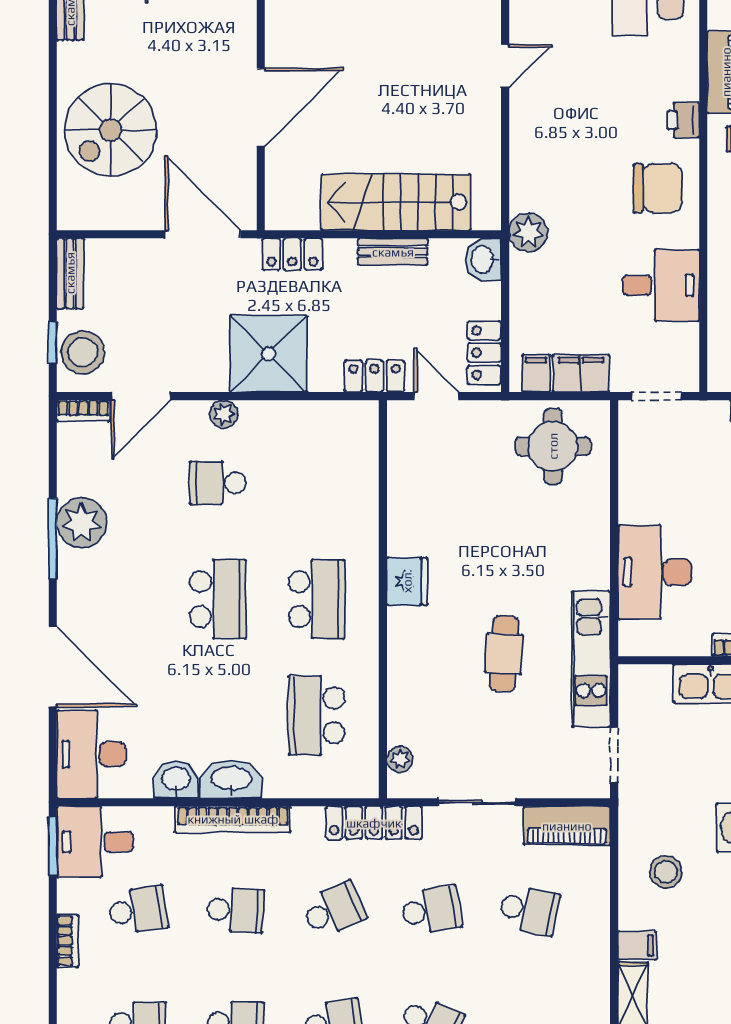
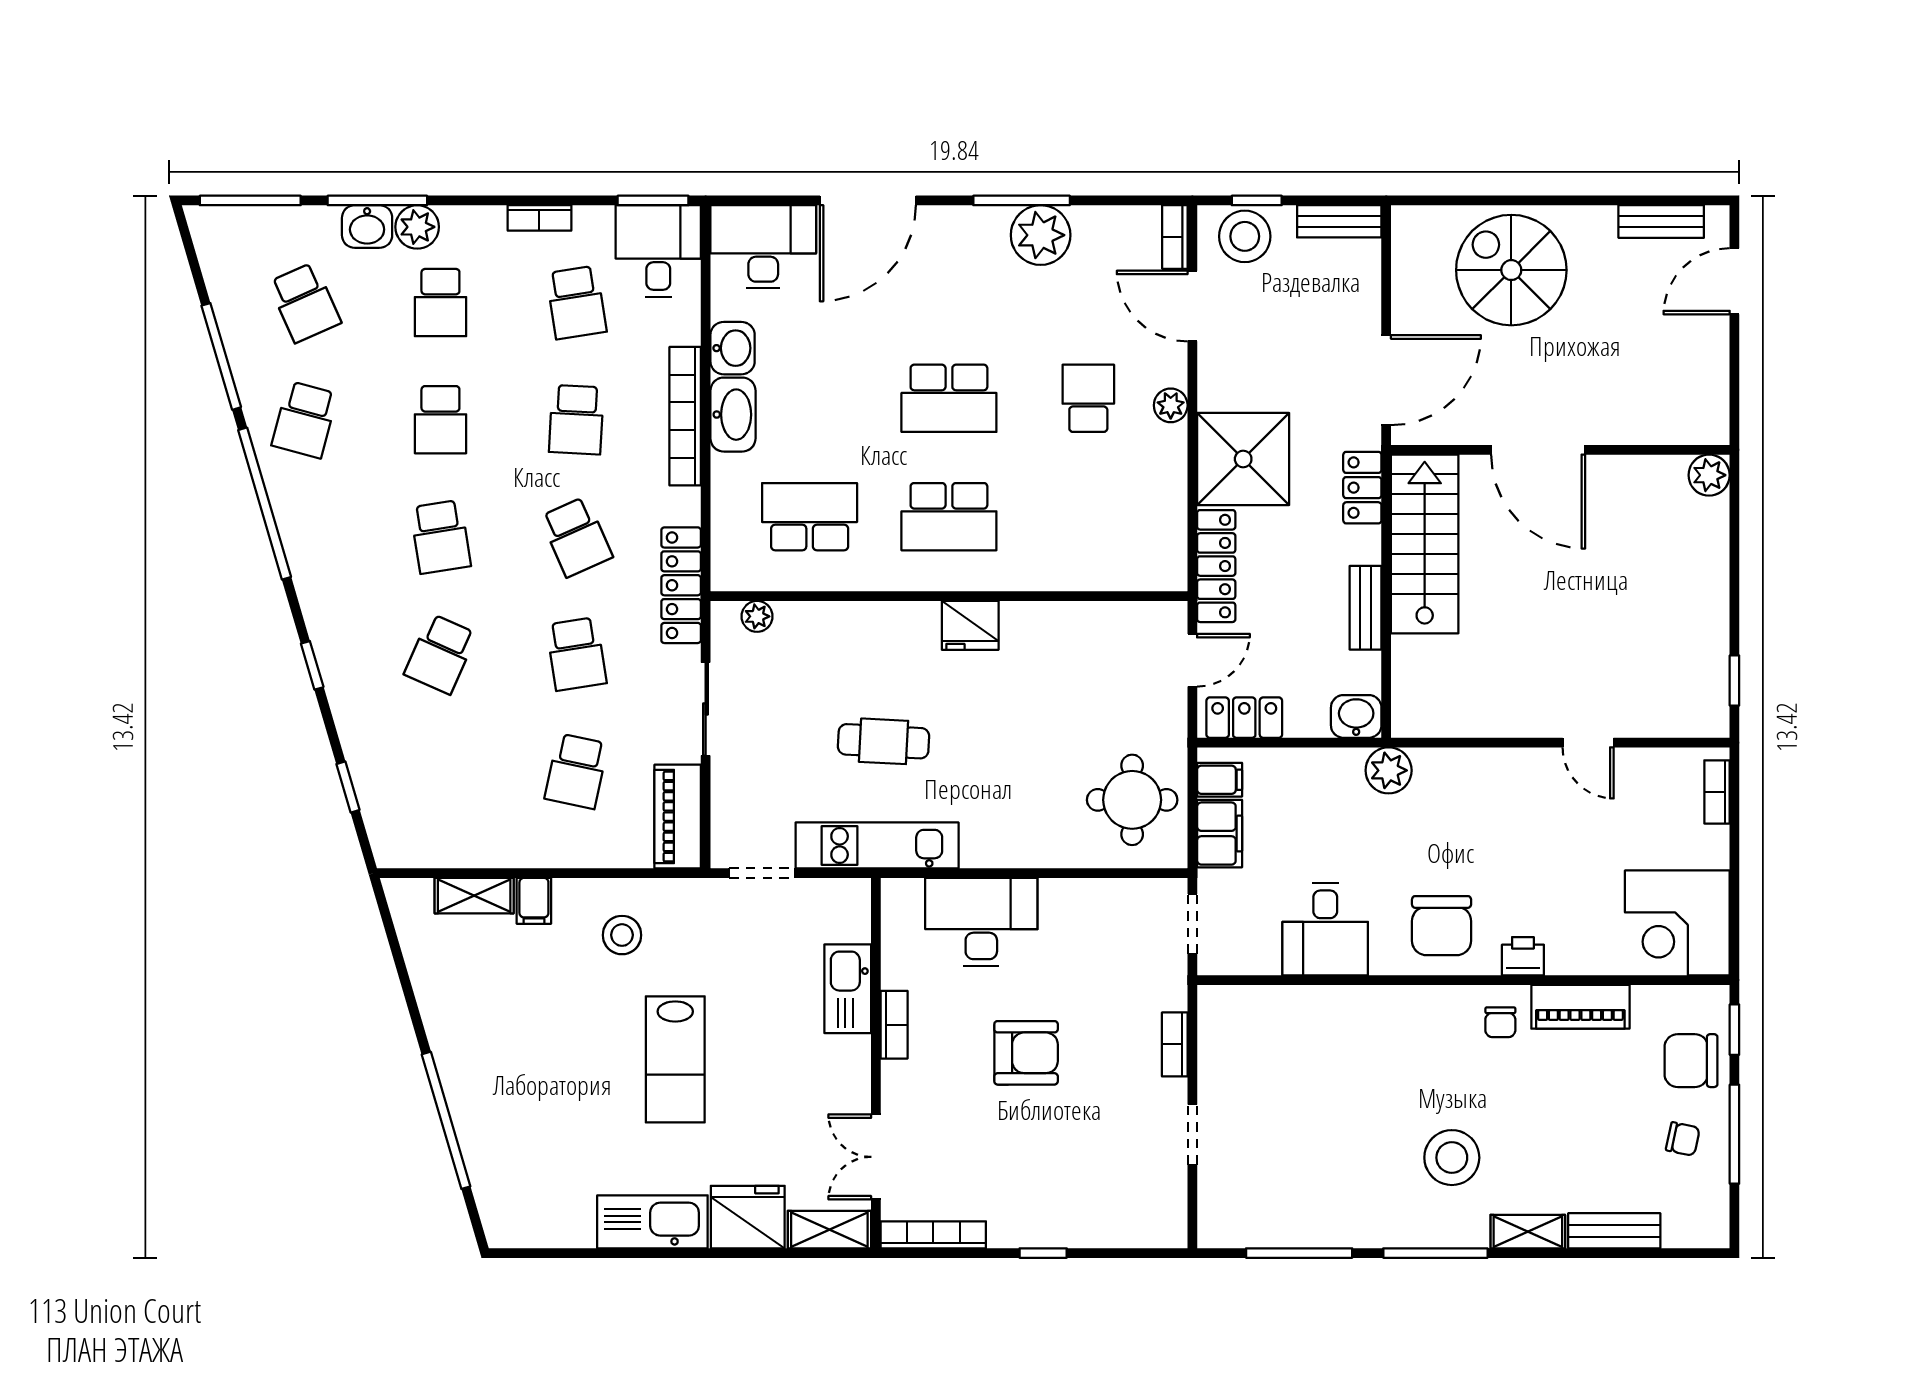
stairs: (396, 202) -> (1425, 544), moved
locker: (374, 376) -> (1216, 566), width x1.53

